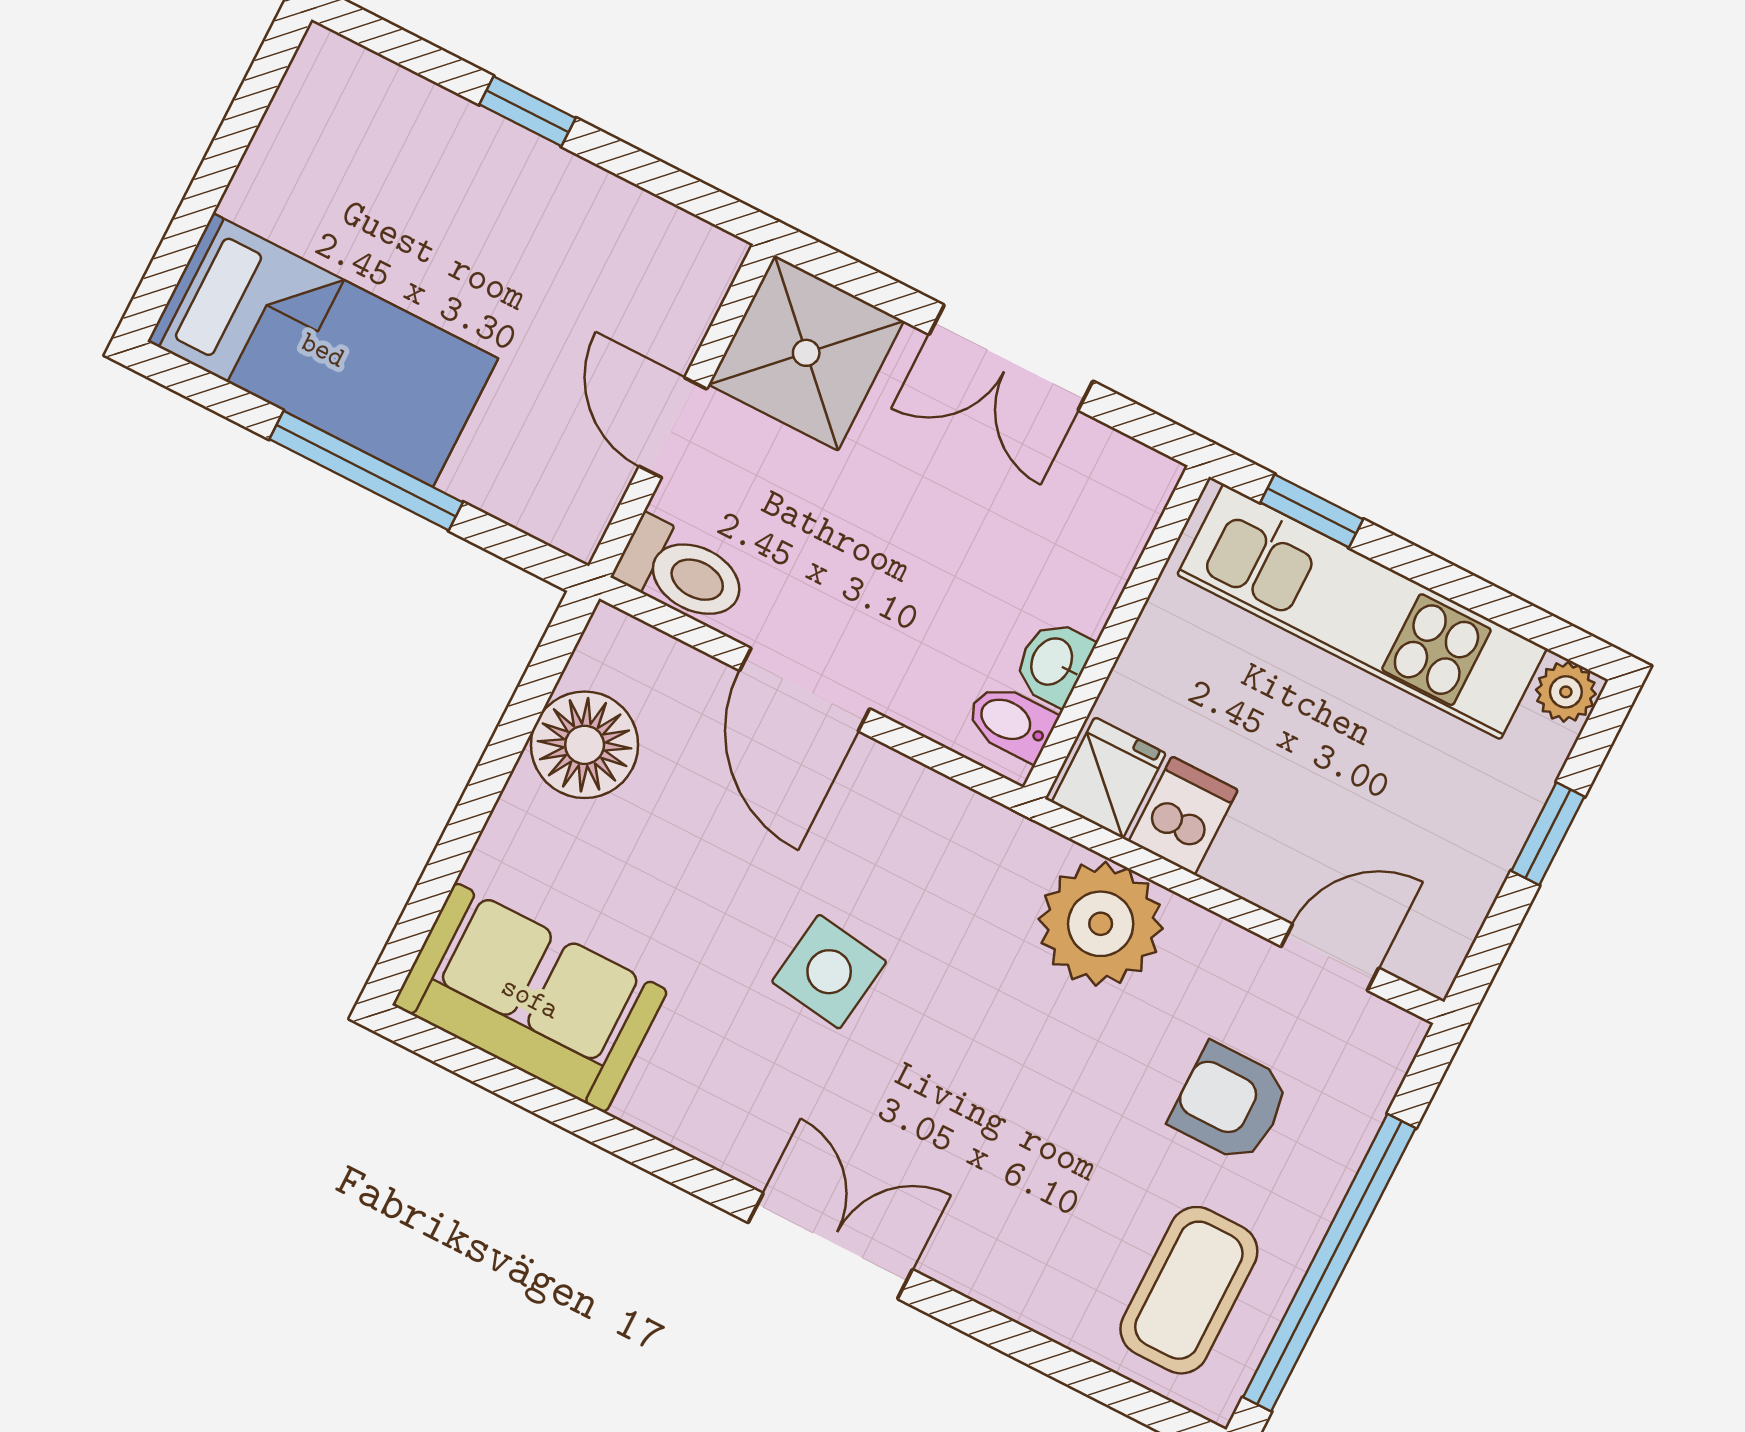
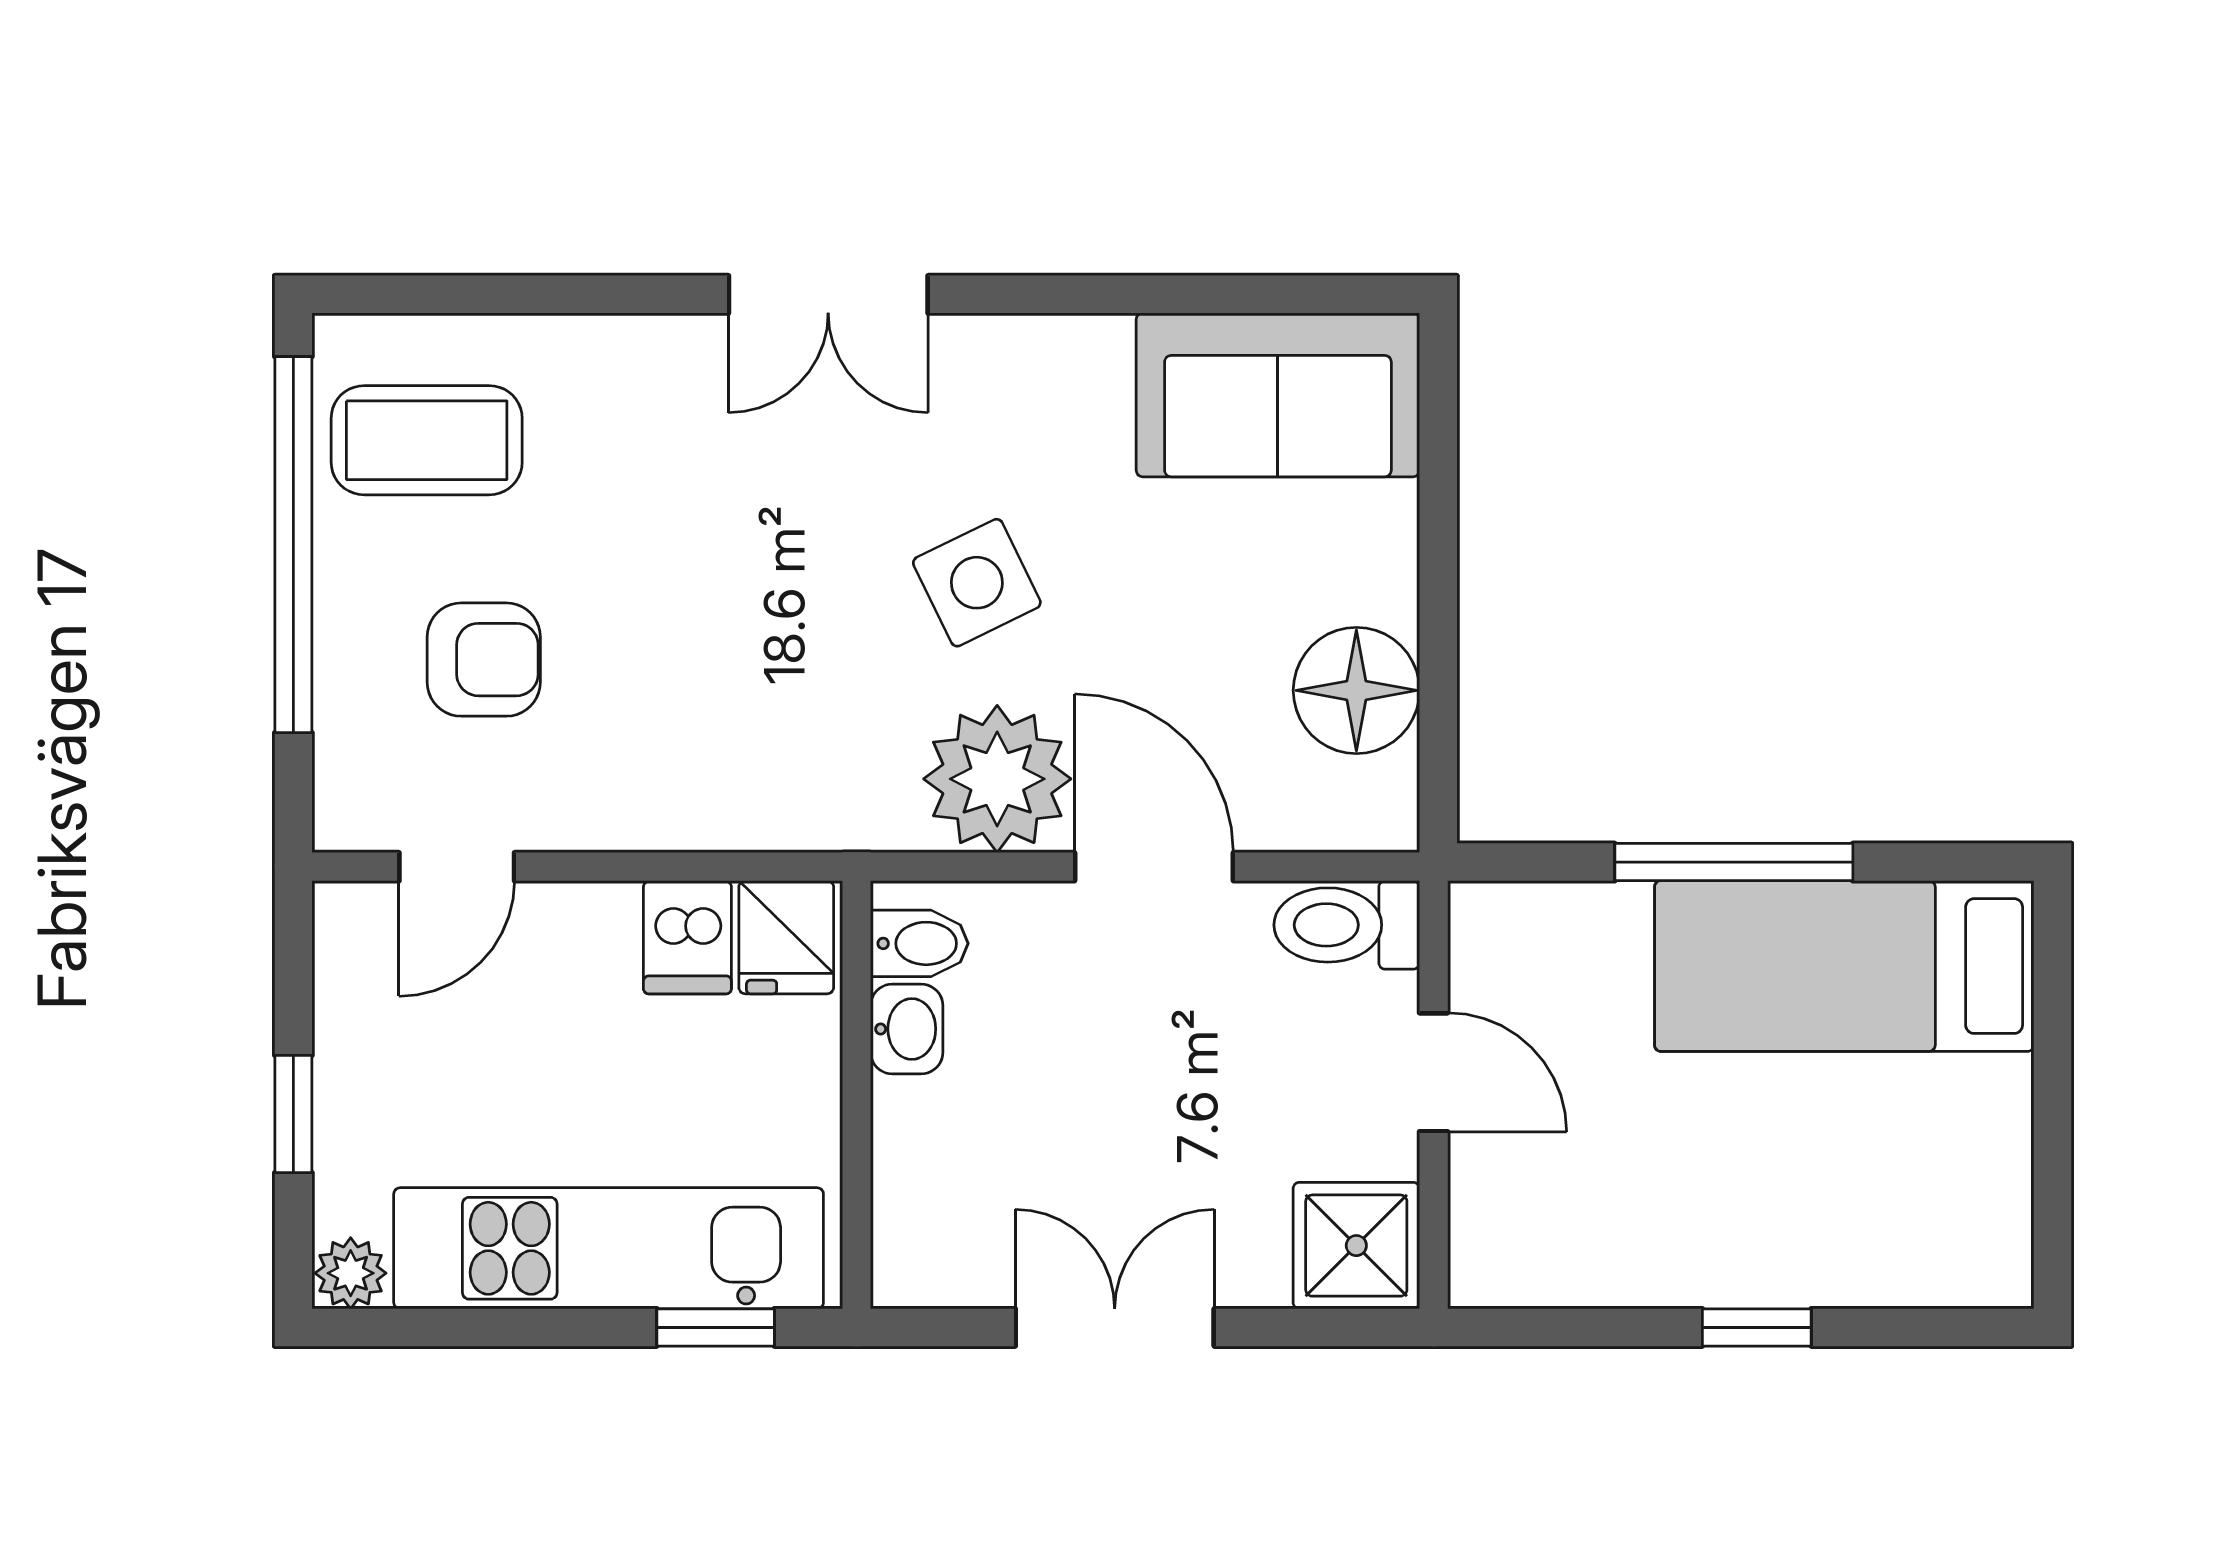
shower: (806, 353) -> (1356, 1246), width x0.73, depth x0.73
plant: (1101, 924) -> (997, 779), moved
side table: (829, 972) -> (977, 583), turned -34
coffee table: (1189, 1290) -> (427, 440), turned 90

